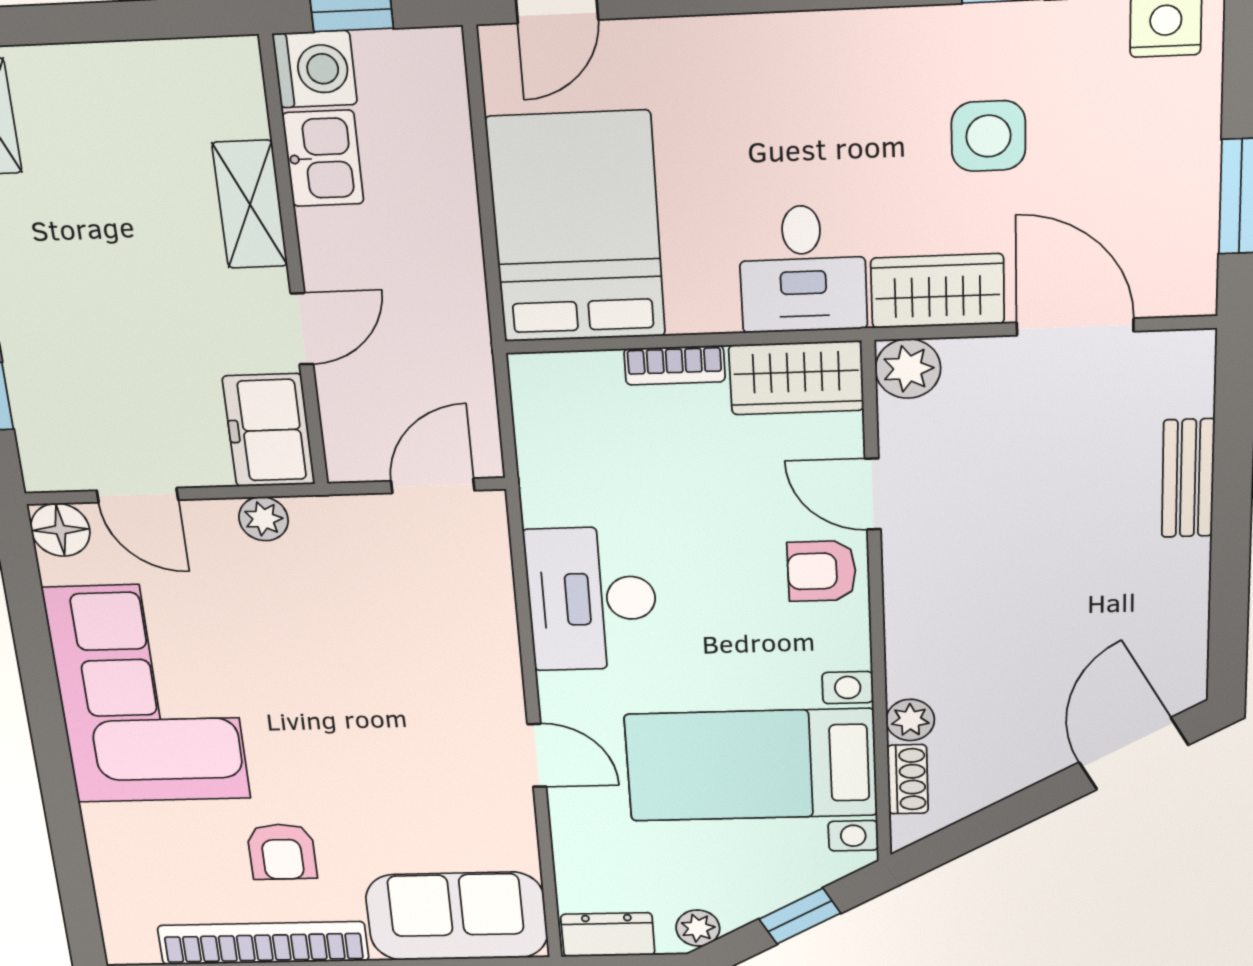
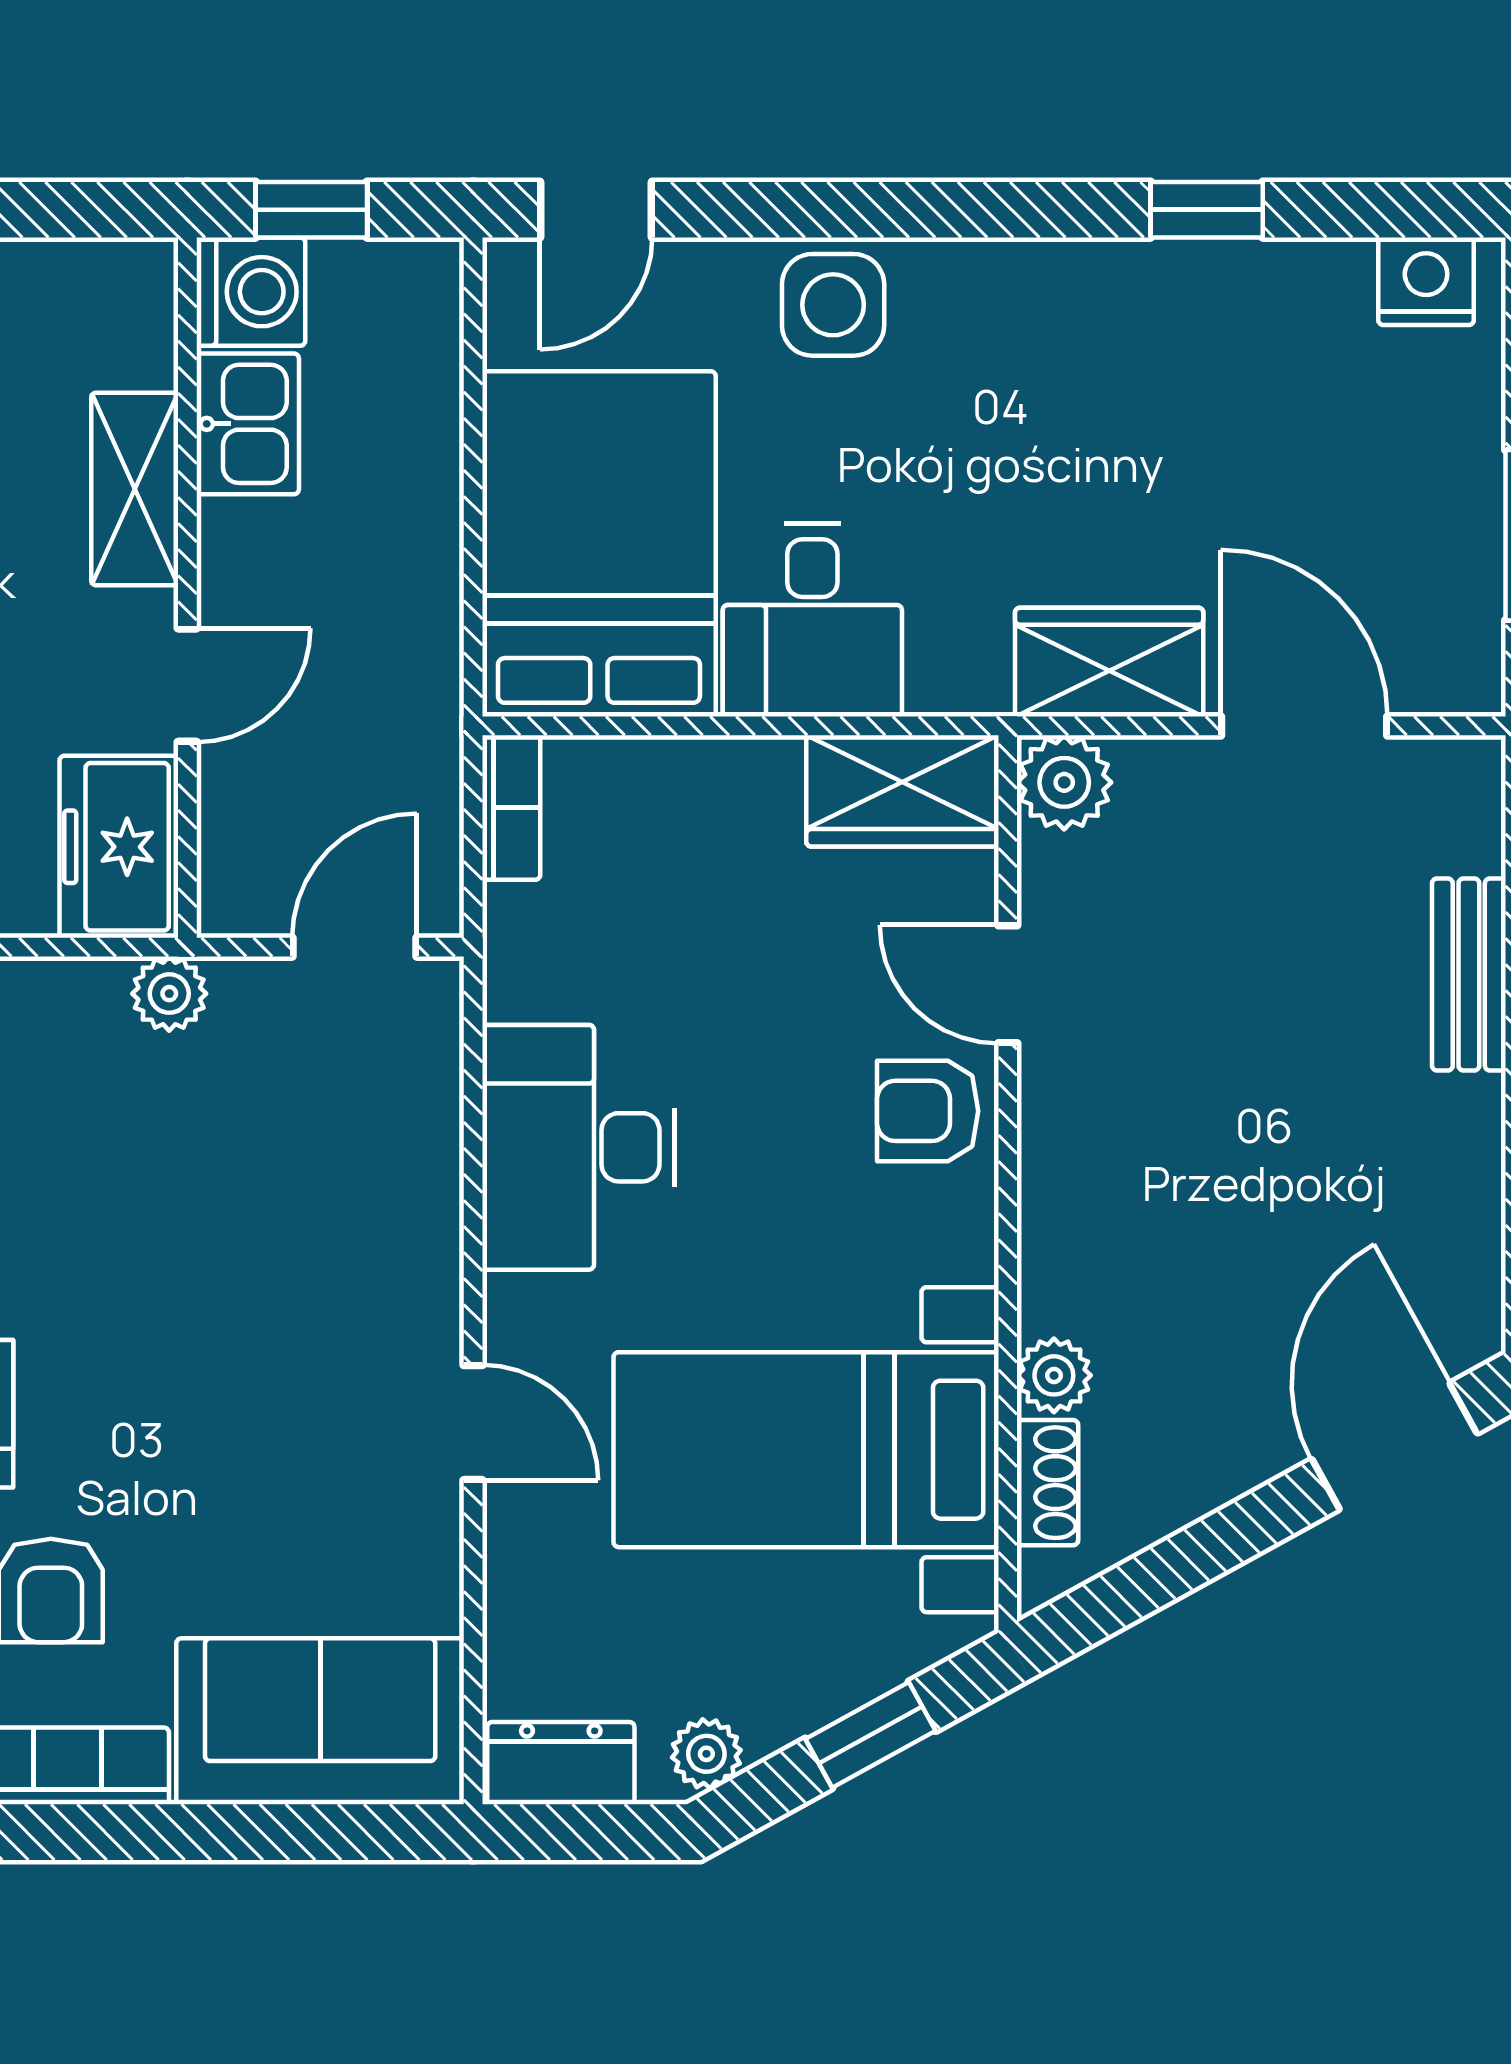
side table: (988, 136) -> (833, 305), moved
desk: (803, 269) -> (812, 620), moved
bookcase: (675, 365) -> (511, 808), moved, turned -90
plant: (263, 519) -> (169, 994), moved

